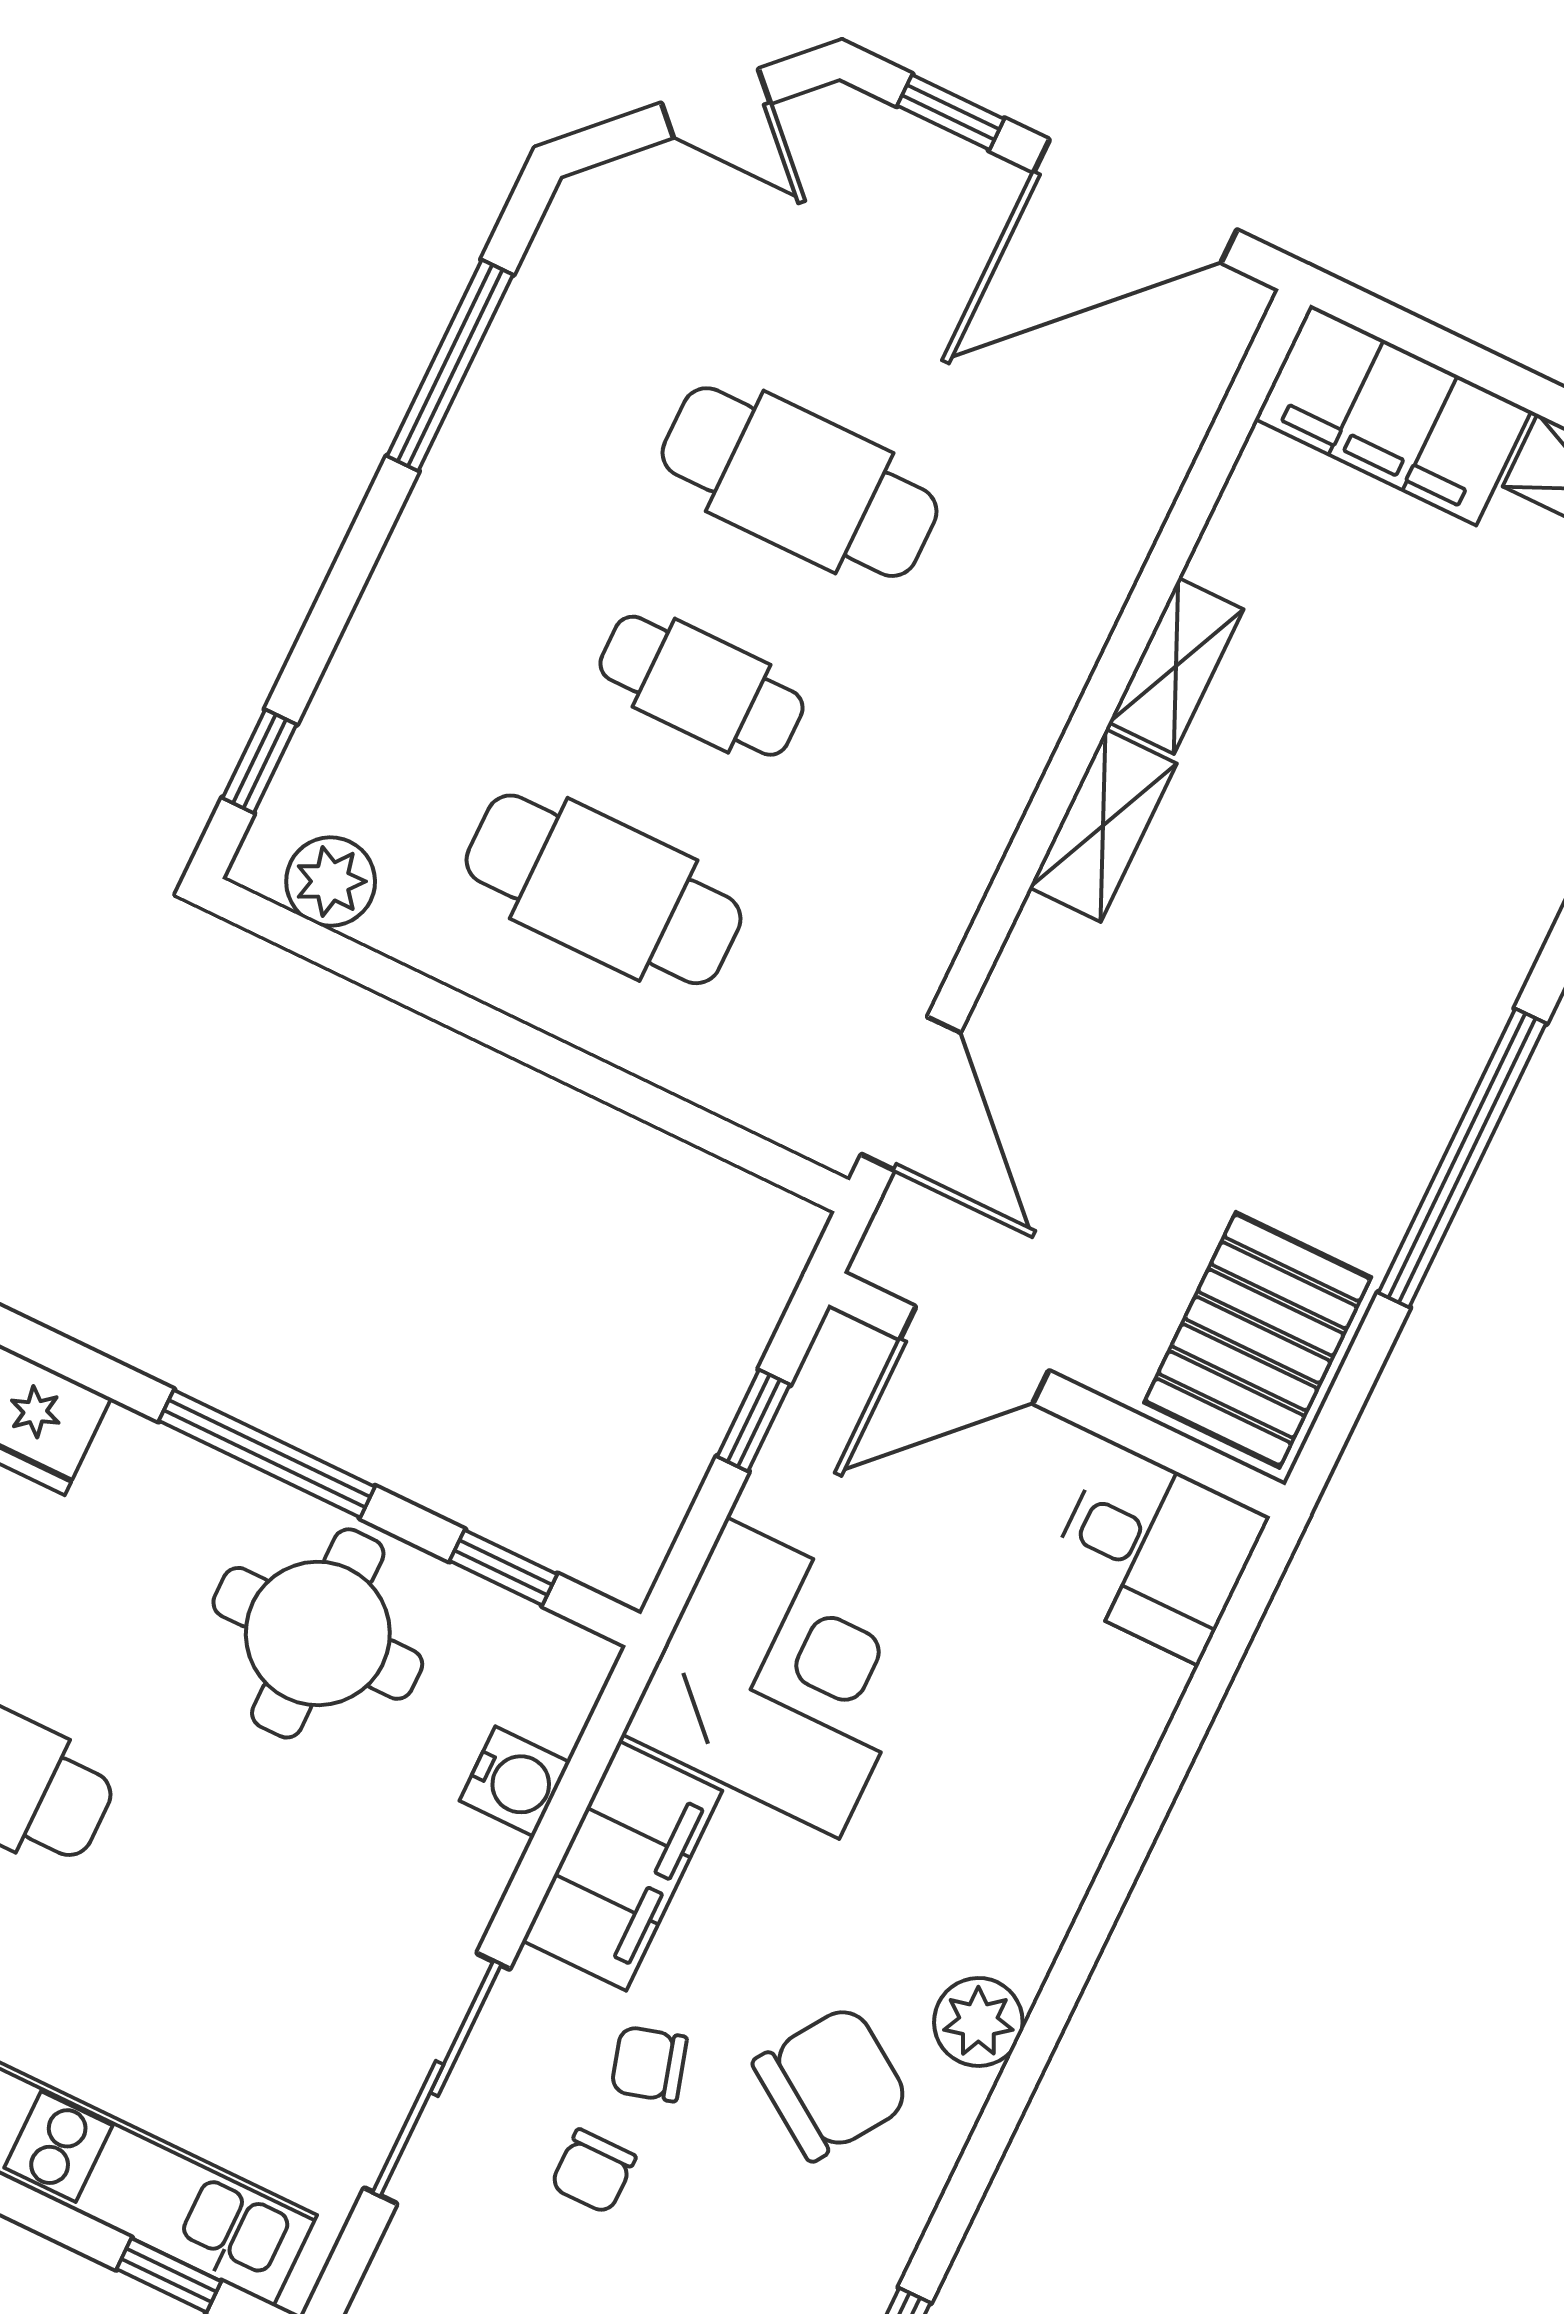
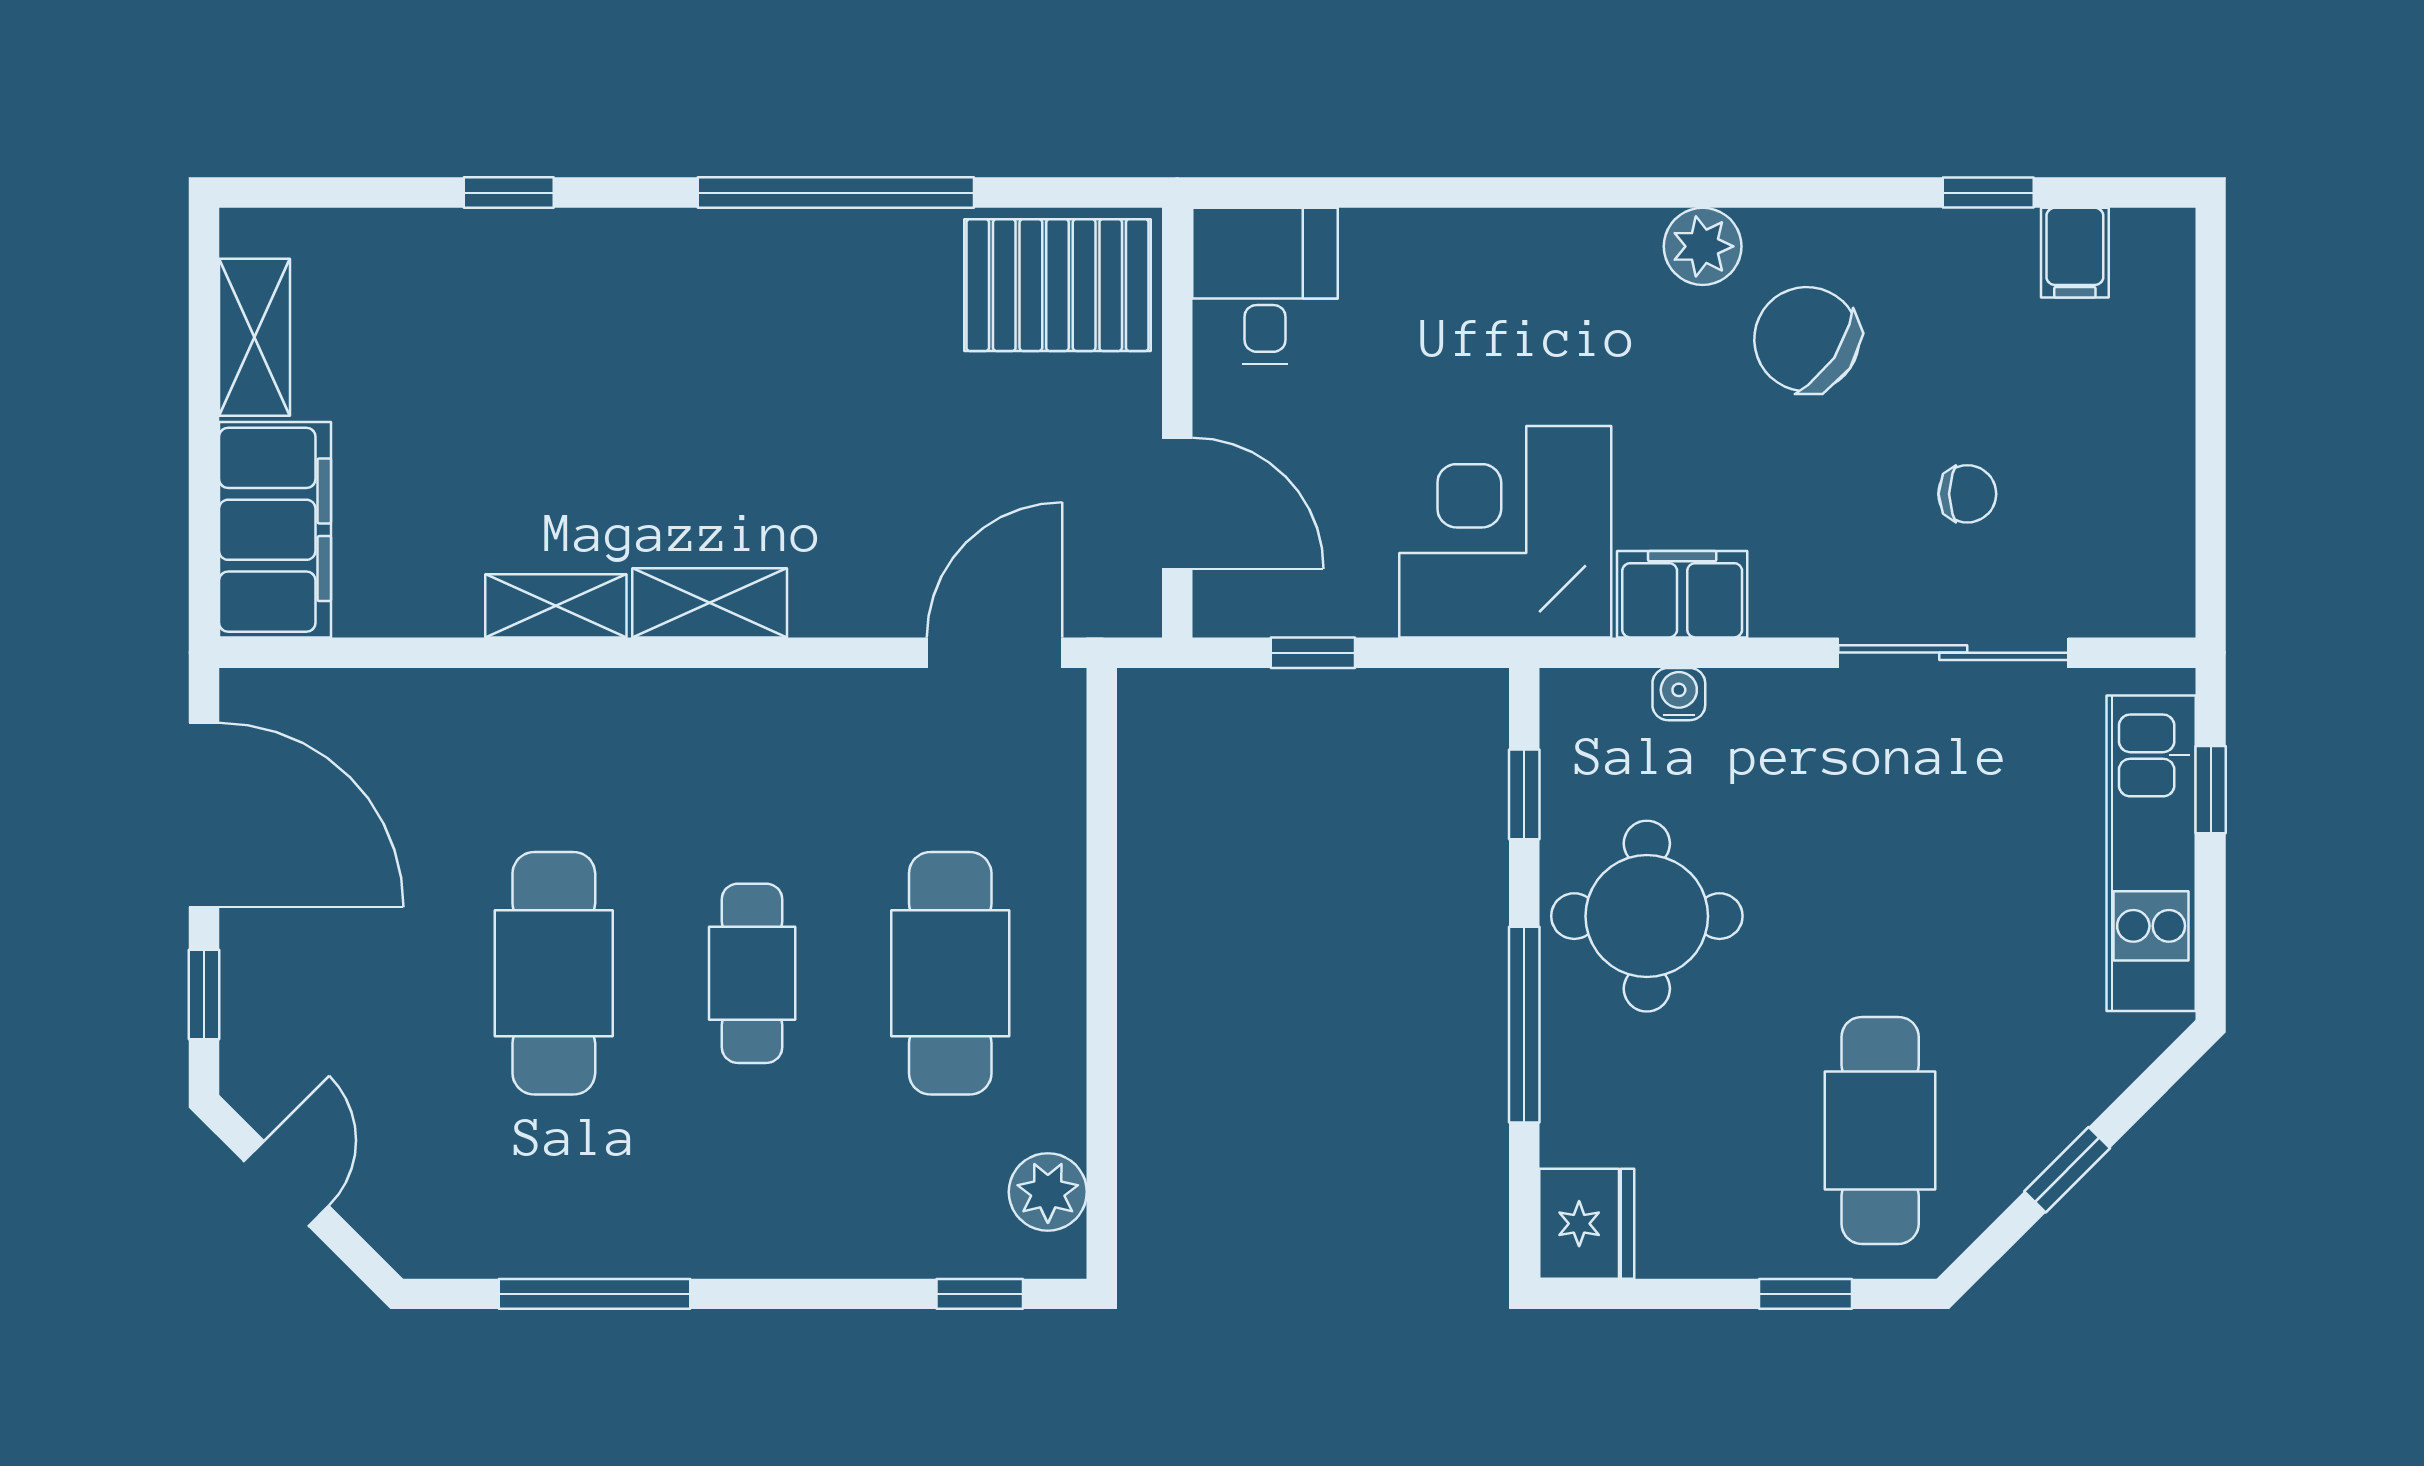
water cooler: (515, 1781) -> (1679, 694), width x0.72, depth x0.72
filing cabinet: (622, 1866) -> (1682, 594), width x0.67, depth x0.86
chair: (649, 2064) -> (1861, 491), removed

